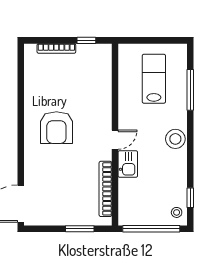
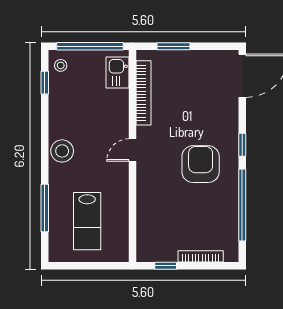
window: (21, 93) -> (242, 205), added
window: (21, 144) -> (242, 145), added
kitchen sink: (128, 164) -> (118, 73), moved

